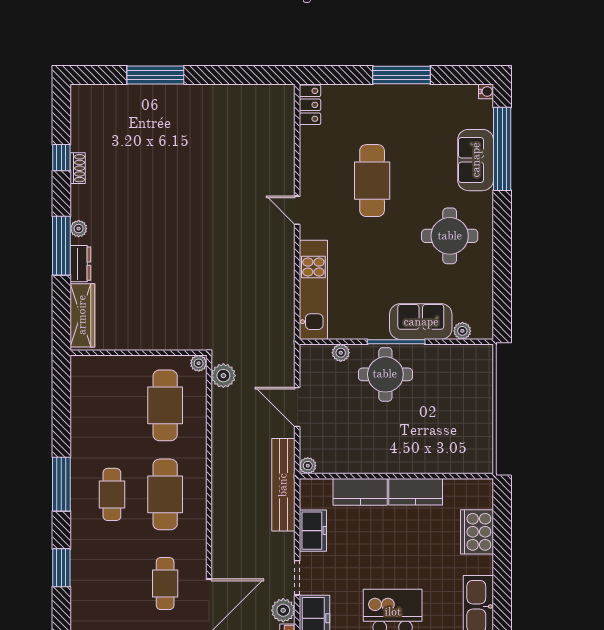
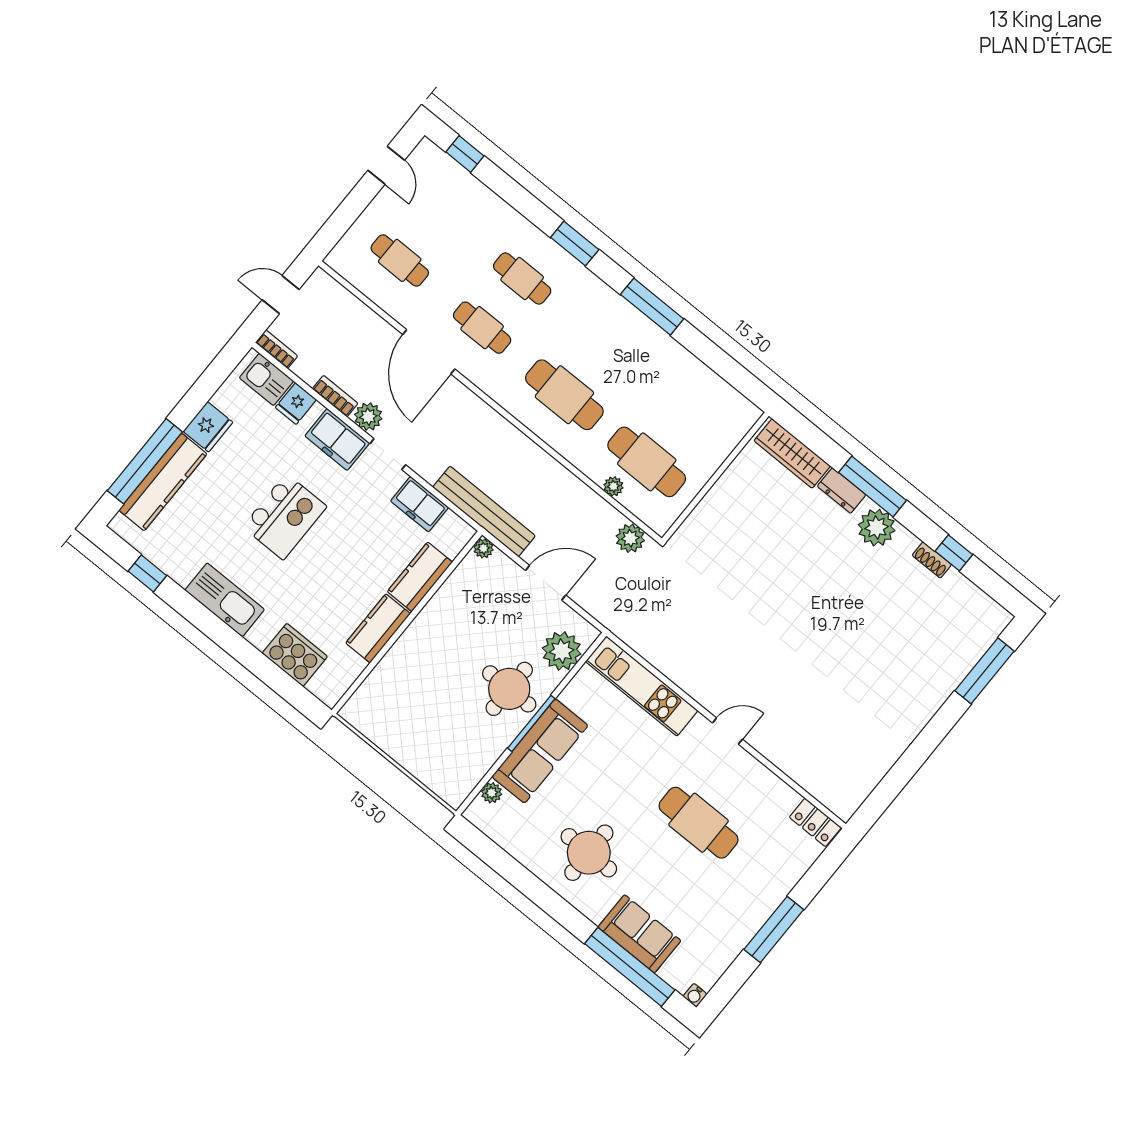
window: (155, 75) -> (985, 671), moved
plant: (79, 229) -> (877, 528), width x1.88, depth x1.88
sofa: (421, 322) -> (540, 751), width x1.36
plant: (341, 353) -> (562, 651), width x1.88, depth x1.88
plant: (199, 363) -> (613, 486), moved
cafe table: (112, 494) -> (522, 279), moved

